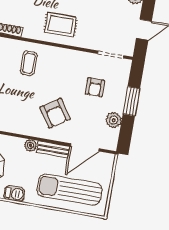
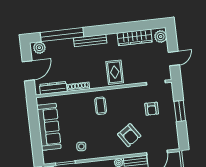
rug: (61, 25) -> (115, 72), turned 90
plant: (114, 120) -> (171, 128), removed

